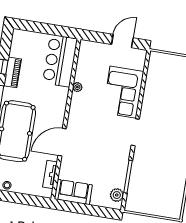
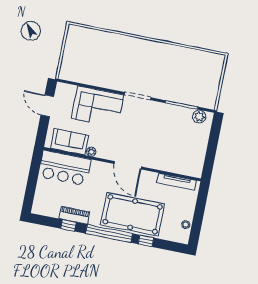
door: (62, 142) -> (128, 165), moved
tv unit: (50, 174) -> (177, 182), width x1.41
sofa: (73, 192) -> (70, 142), moved, turned 90

